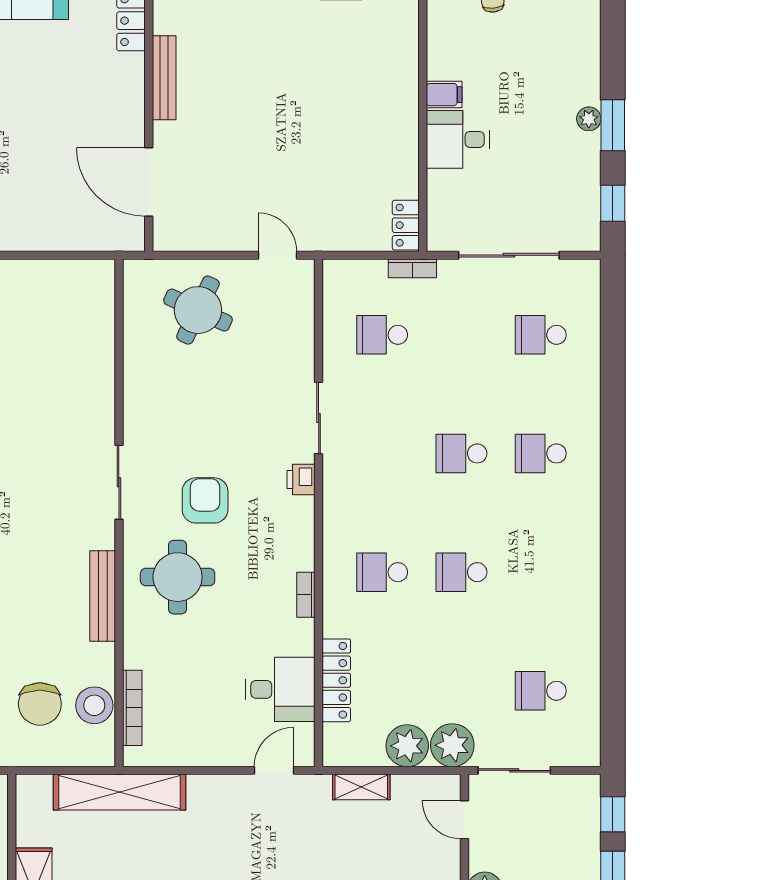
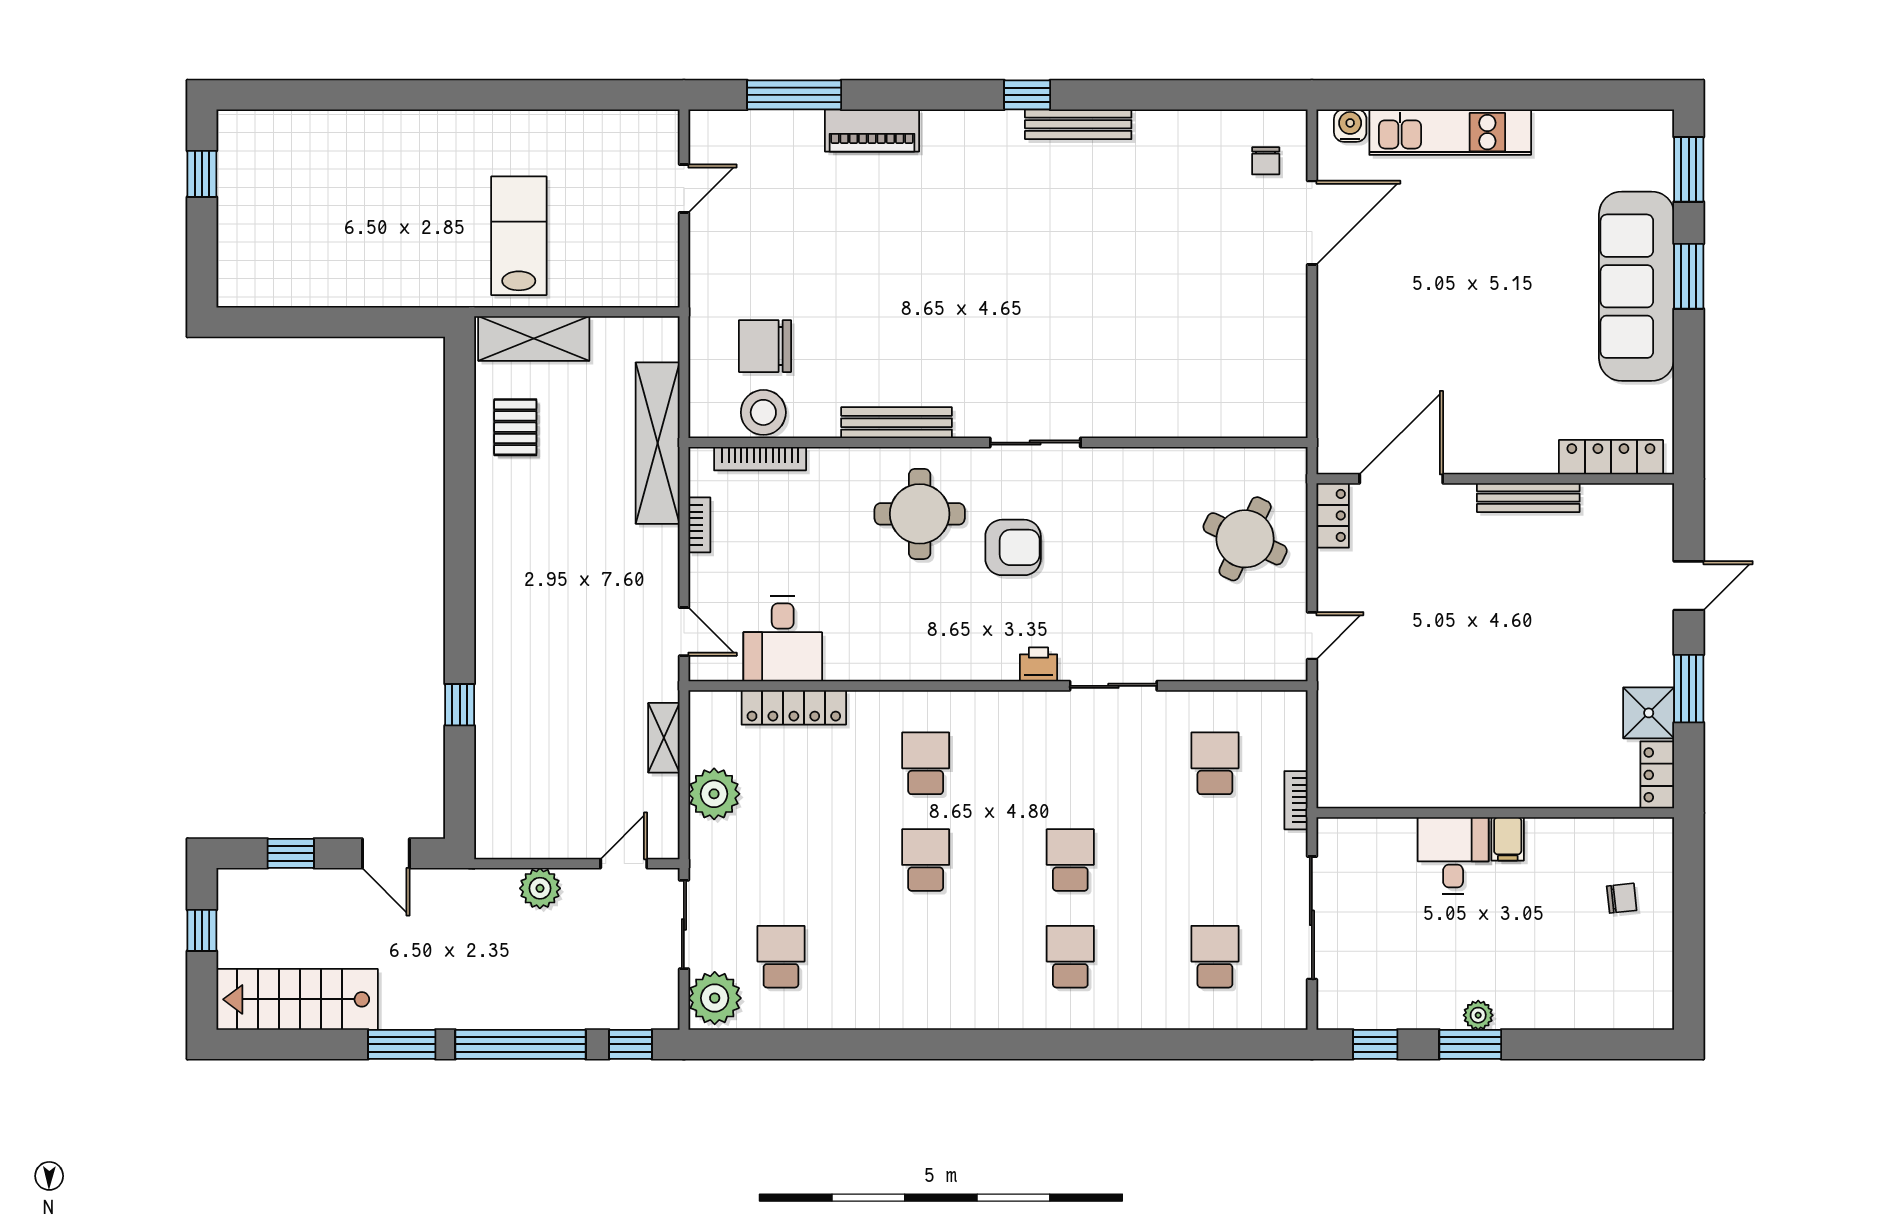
locker: (406, 225) -> (1333, 515), moved, turned 90
bookcase: (306, 595) -> (699, 525), moved, turned 90
plant: (452, 745) -> (715, 998), moved

